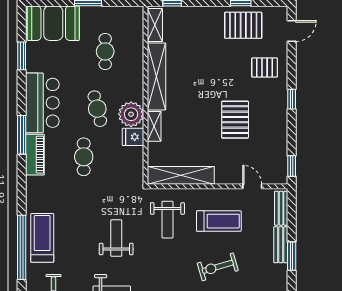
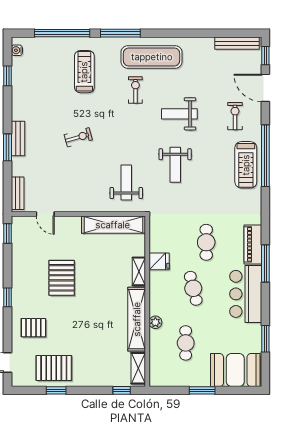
plant: (131, 114) -> (155, 322), moved, width x0.53, depth x0.53
treadmill: (219, 221) -> (77, 181), removed
bench: (281, 245) -> (18, 139), moved
exercise bike: (218, 267) -> (78, 137), width x0.73, depth x0.72

